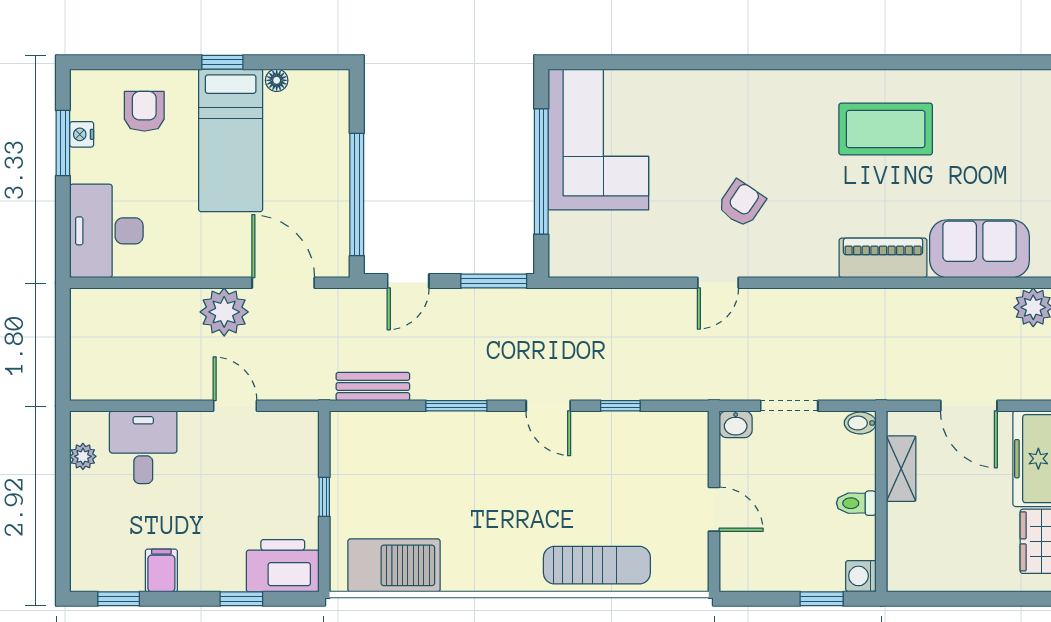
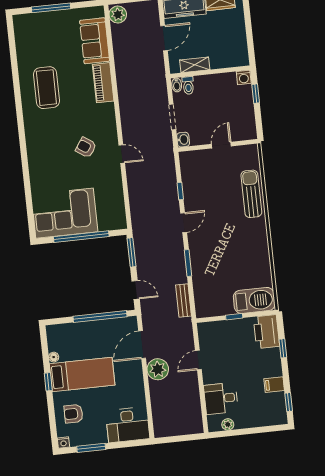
nightstand: (82, 134) -> (63, 443), moved
toilet: (856, 503) -> (188, 85), moved
barbecue: (394, 565) -> (254, 300), moved, turned 90

